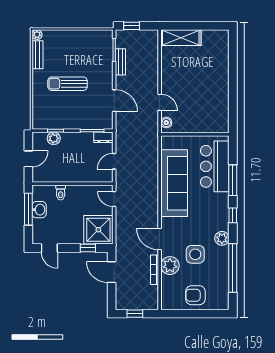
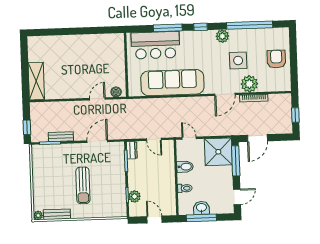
bidet: (84, 194) -> (185, 167), added
door: (114, 199) -> (189, 138), swing flipped
window: (88, 248) -> (236, 161), width x2.17
armchair: (195, 295) -> (276, 59), turned 180

